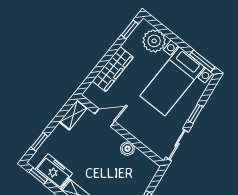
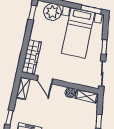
wardrobe: (113, 69) -> (32, 57), moved
door: (105, 118) -> (45, 80), swing flipped
shelving: (145, 162) -> (87, 96), added

